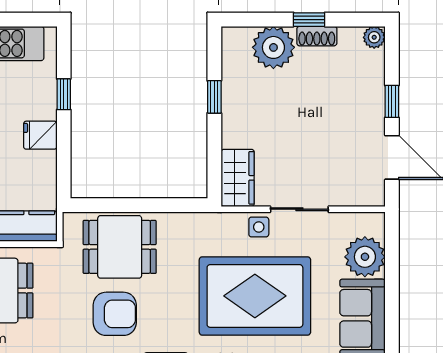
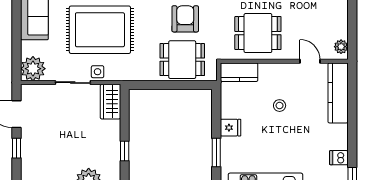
window: (64, 94) -> (216, 153), width x1.50
plant: (365, 257) -> (33, 69), moved
armchair: (115, 314) -> (185, 19), turned 90

